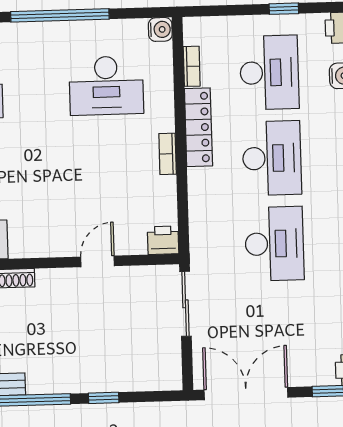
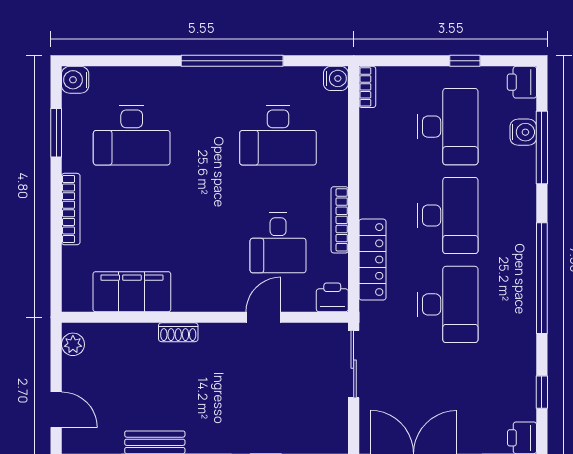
bookcase: (192, 66) -> (367, 87), moved
locker: (198, 127) -> (372, 260), moved
bookcase: (168, 154) -> (340, 220), width x1.56
desk: (109, 189) -> (278, 243), added

